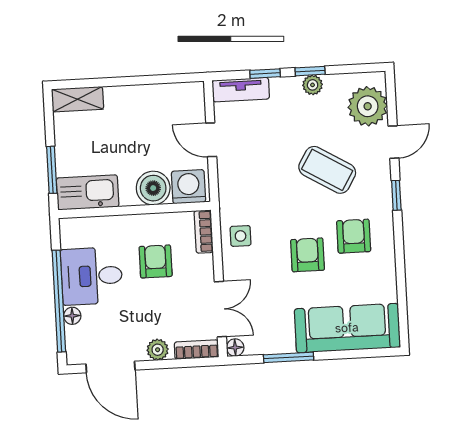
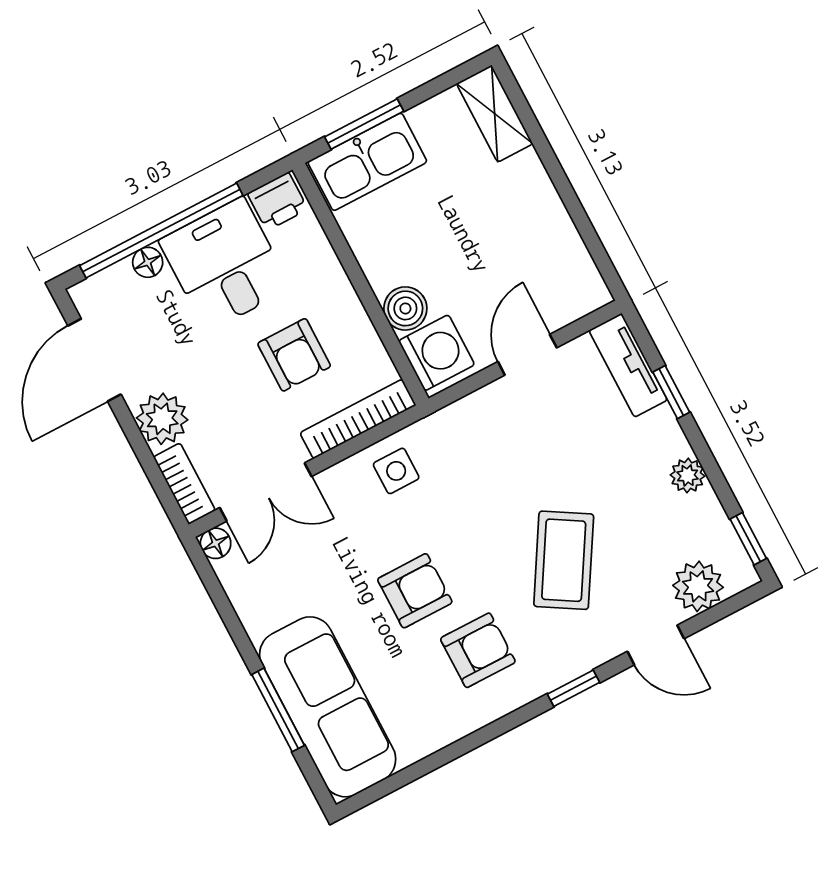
window: (310, 71) -> (748, 539), moved
plant: (368, 106) -> (698, 586), width x0.73, depth x0.73
boiler: (153, 188) -> (405, 308), width x0.73, depth x0.73
kitchen sink: (88, 192) -> (367, 162), moved, turned 90
bookcase: (204, 232) -> (358, 419), width x1.56
printer: (71, 233) -> (278, 201), added
armchair: (156, 261) -> (294, 355), turned 90
plant: (158, 350) -> (162, 419), width x1.38, depth x1.38
window: (289, 357) -> (278, 710), moved

